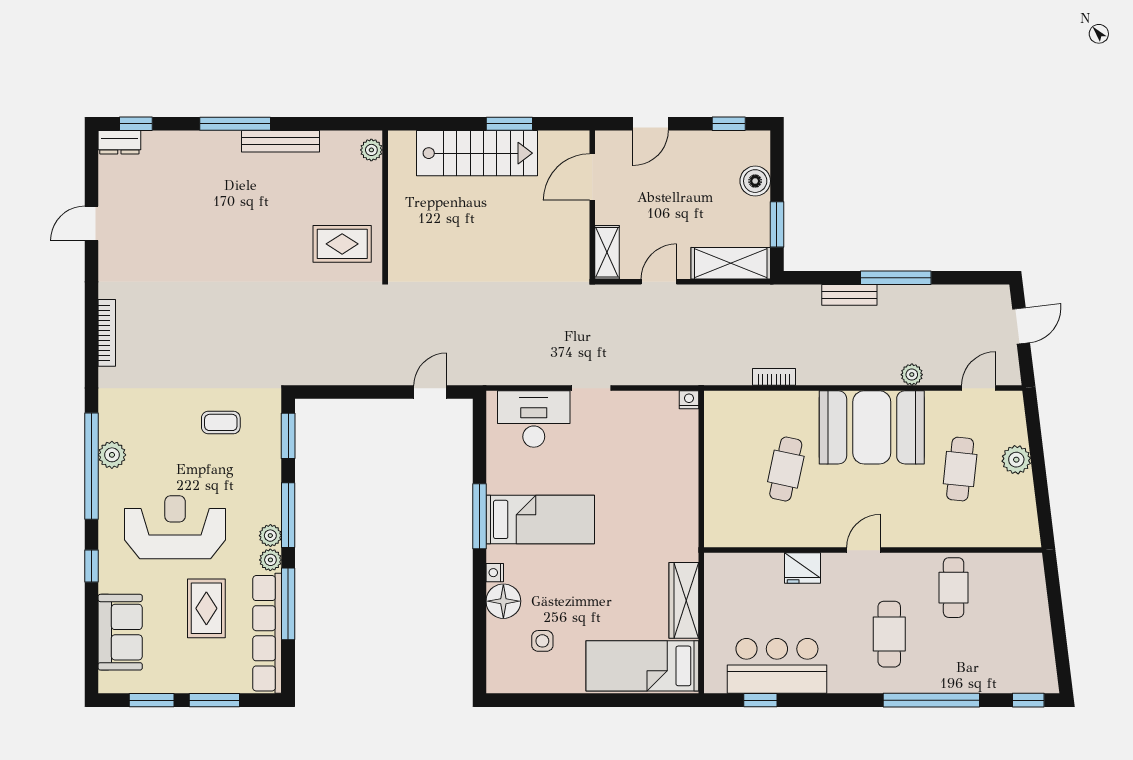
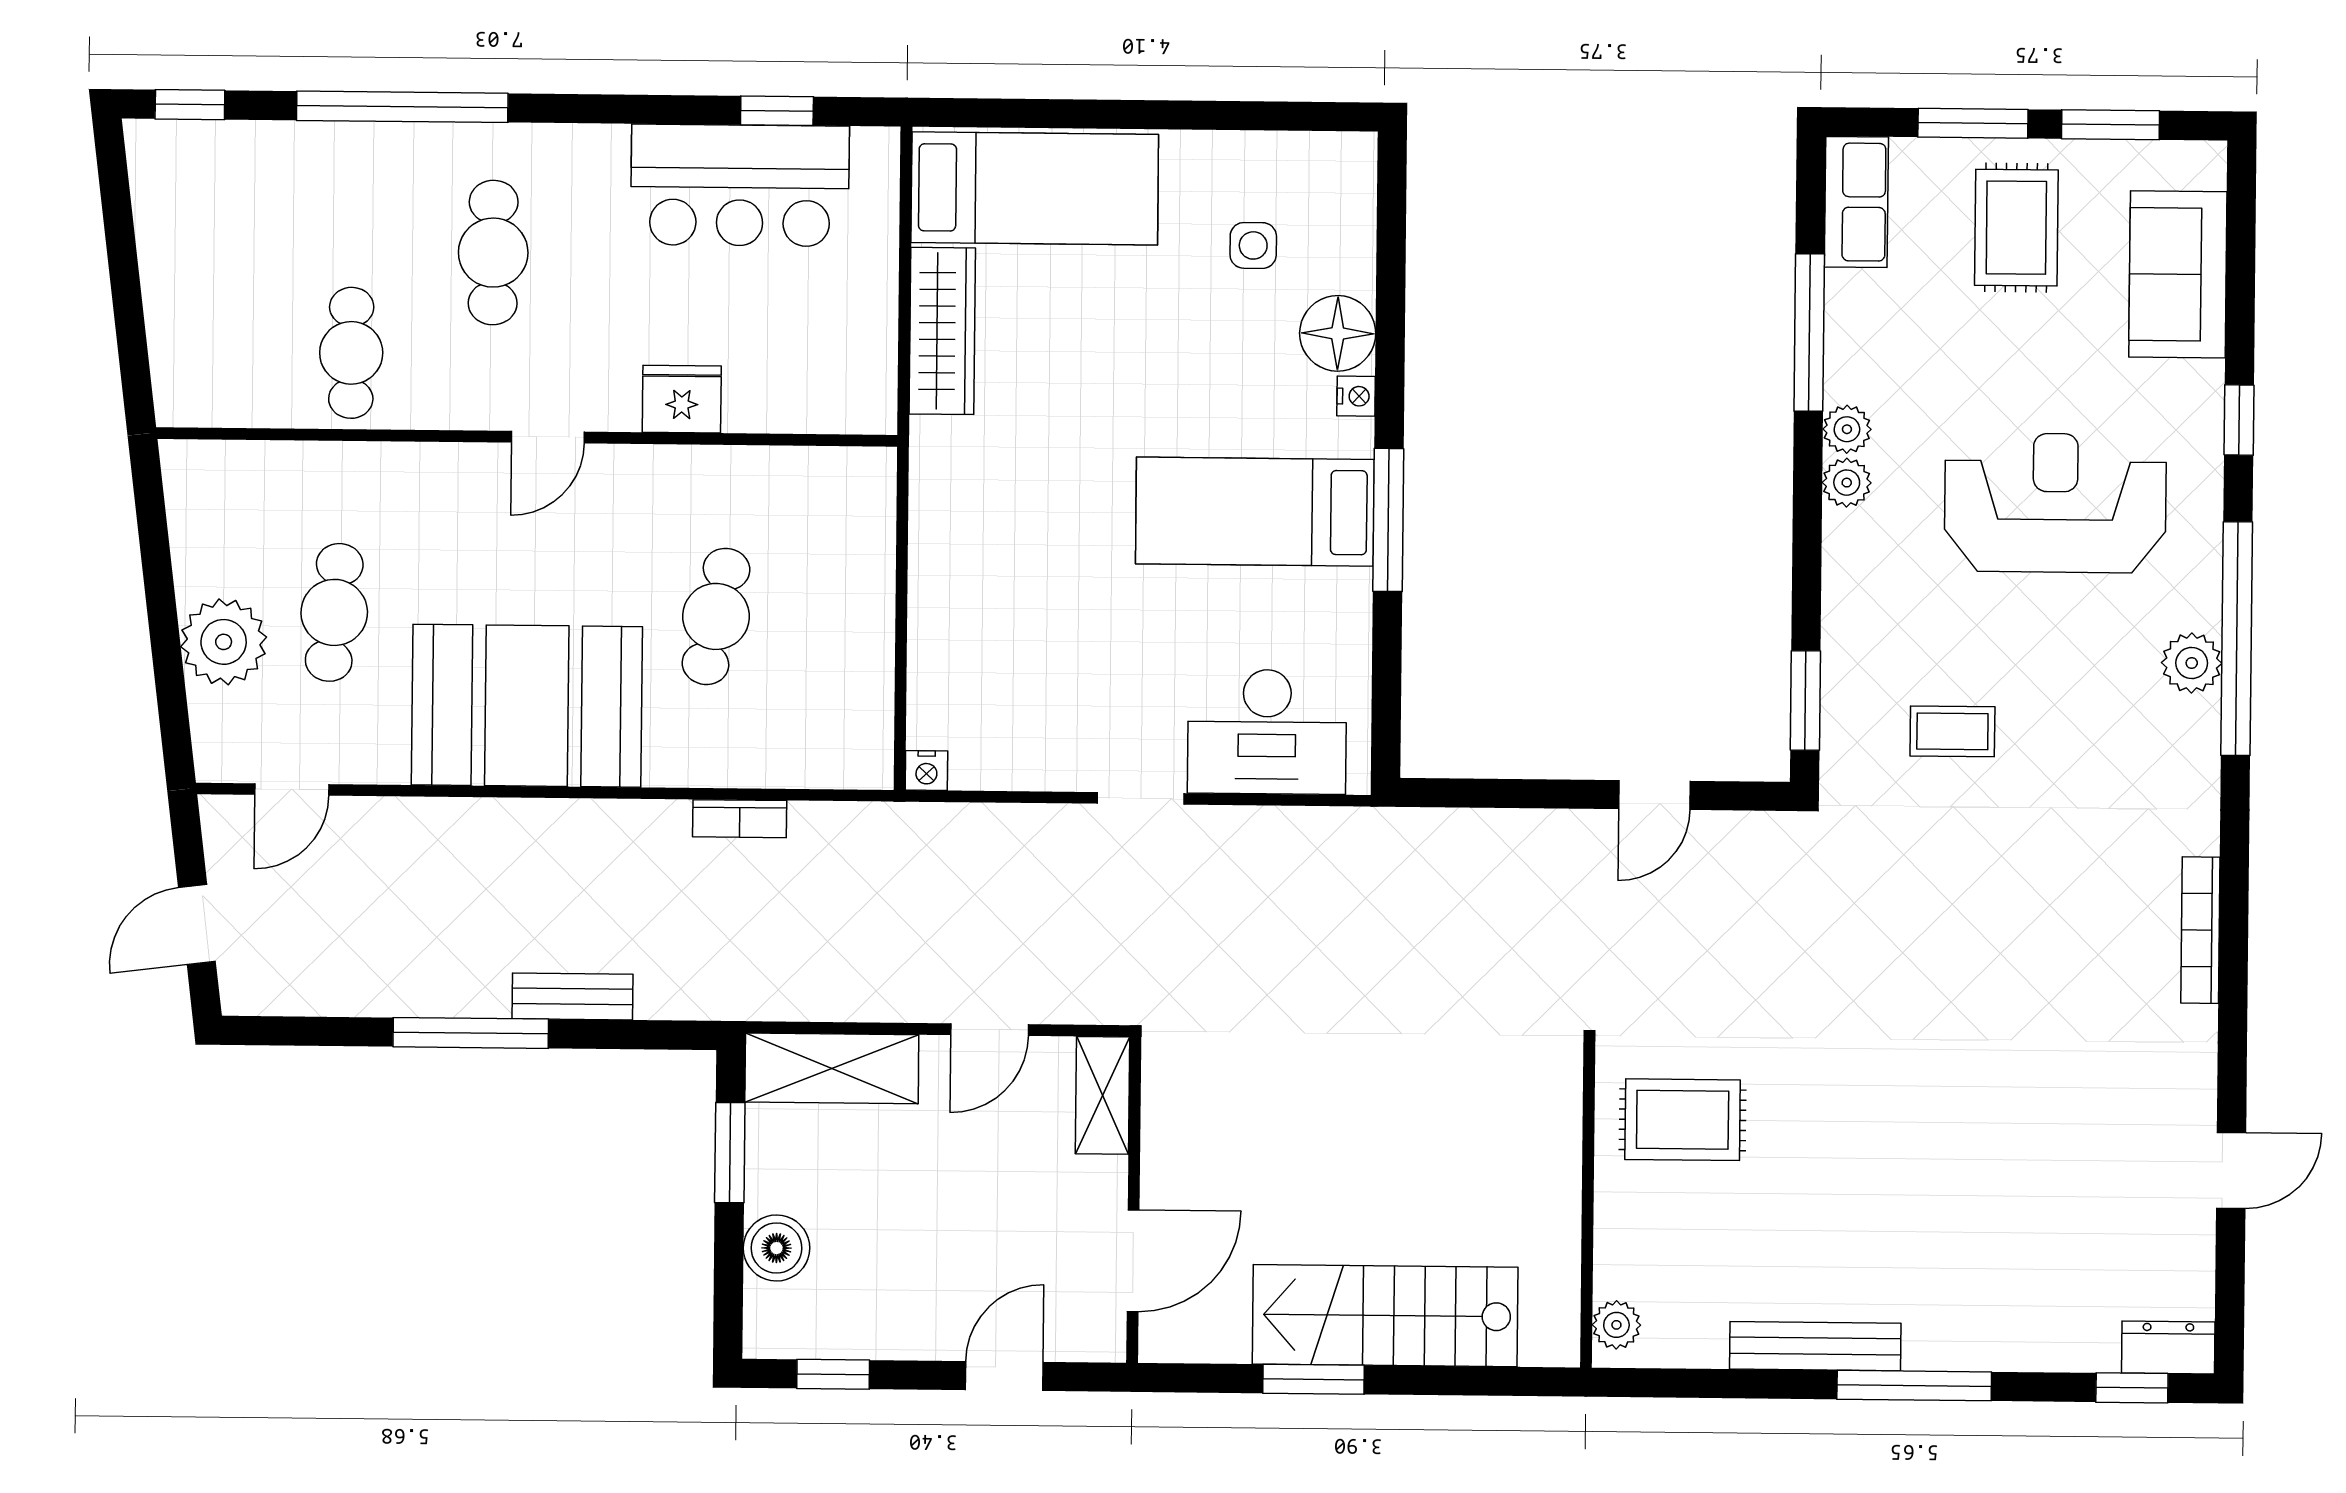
plant: (912, 375) -> (438, 821), removed
door: (430, 392) -> (1654, 795), moved
plant: (1016, 460) -> (224, 642), width x1.36, depth x1.36
window: (288, 515) -> (1807, 527), removed
reception desk: (175, 527) -> (2055, 503), turned 180
rug: (206, 608) -> (2016, 228), moved
row of seats: (267, 633) -> (1856, 202), width x0.50

